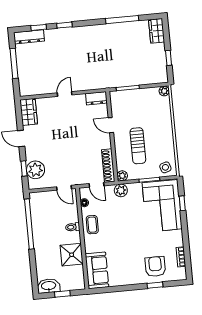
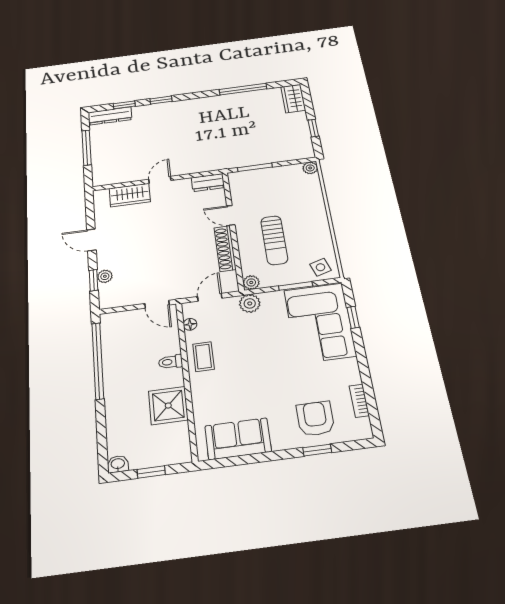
wardrobe: (29, 112) -> (130, 195), moved, turned 90
shoe rack: (108, 166) -> (225, 248), moved
plant: (36, 170) -> (105, 276), width x0.53, depth x0.53
door: (97, 185) -> (210, 297), swing flipped
sofa: (97, 270) -> (238, 439), moved, turned -90
washbasin: (49, 286) -> (118, 464), width x0.52, depth x0.69

